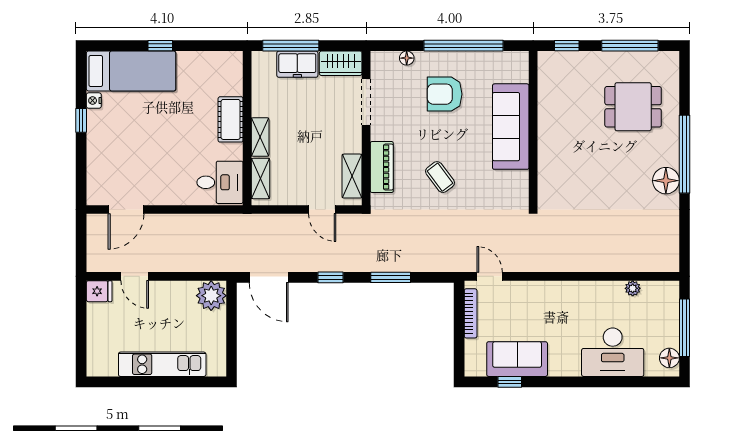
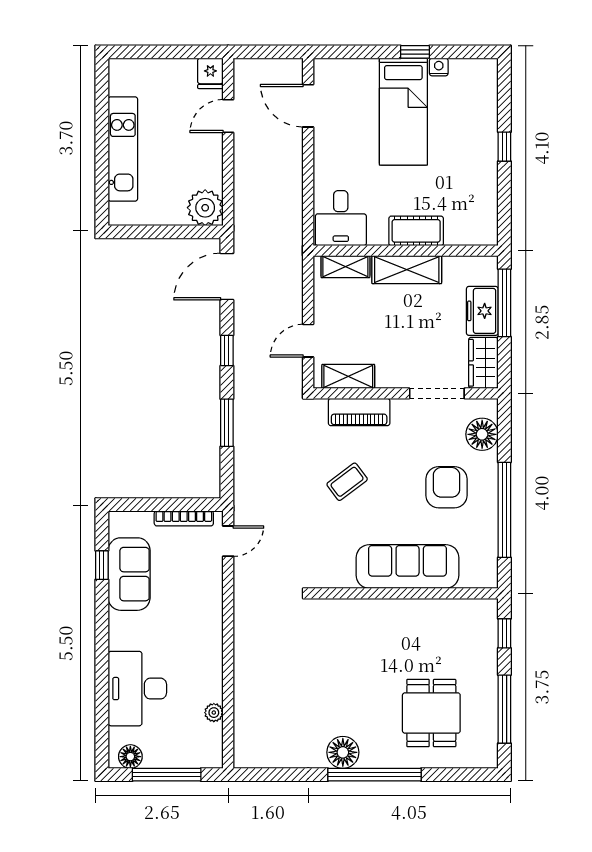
floor lamp: (407, 58) -> (482, 434), width x1.89, depth x1.89
bed: (131, 71) -> (403, 112), moved
shelving: (260, 137) -> (407, 270), width x1.50, depth x1.33

